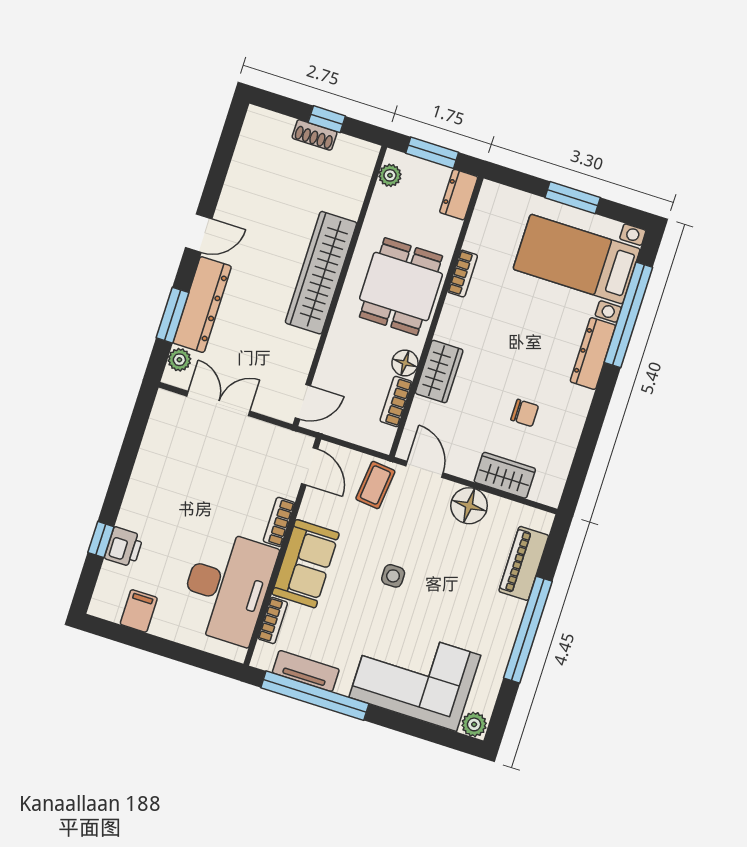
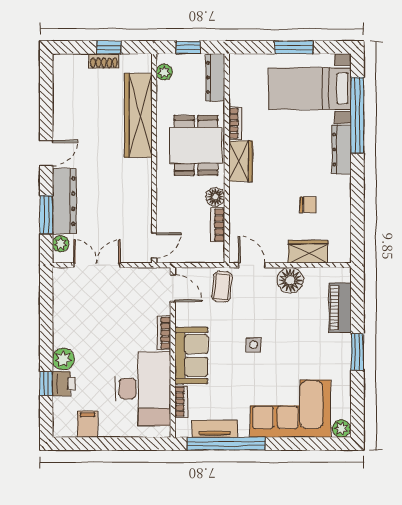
window: (432, 153) -> (188, 47), width x0.67
dresser: (459, 195) -> (215, 77), width x1.44
wardrobe: (321, 273) -> (138, 115), moved
wardrobe: (439, 372) -> (241, 161), moved
plant: (134, 514) -> (63, 359), added
window: (528, 630) -> (357, 352), width x0.47

